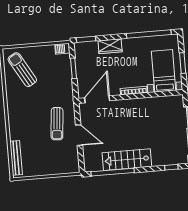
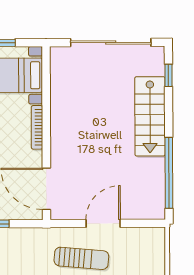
stairs: (127, 160) -> (150, 116), moved

